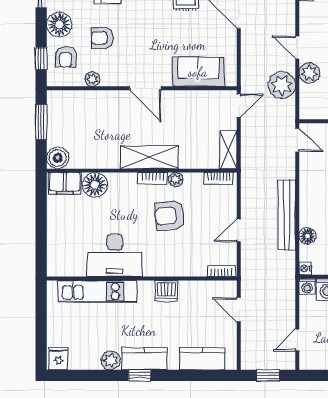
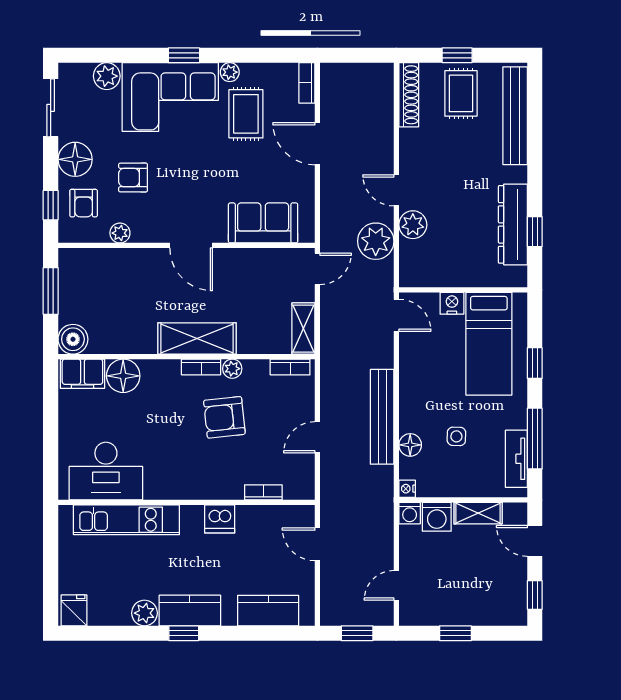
desk: (115, 255) -> (106, 471), moved
bookcase: (221, 271) -> (263, 492), moved

